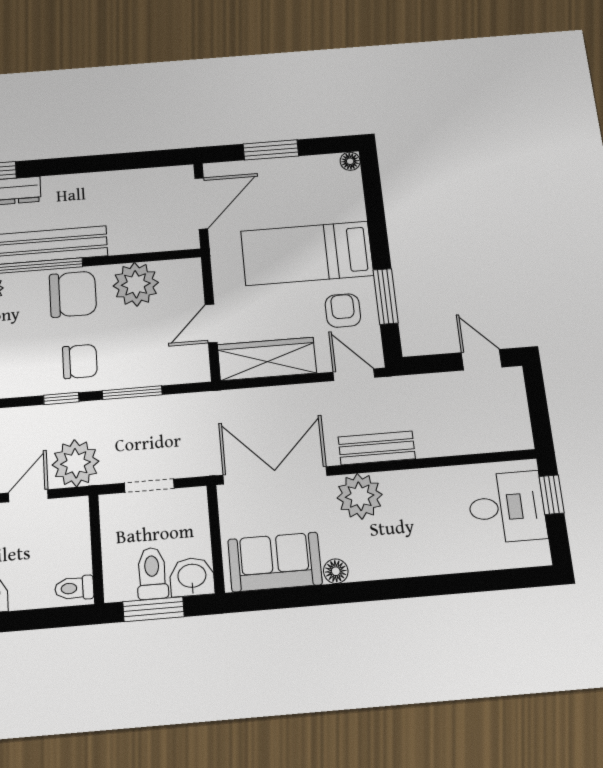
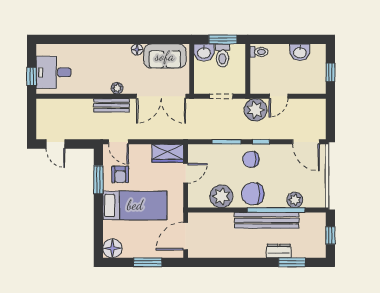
floor lamp: (350, 161) -> (112, 248), width x1.89, depth x1.89
wardrobe: (267, 359) -> (168, 153), width x0.67
plant: (360, 496) -> (117, 88), width x0.53, depth x0.53

